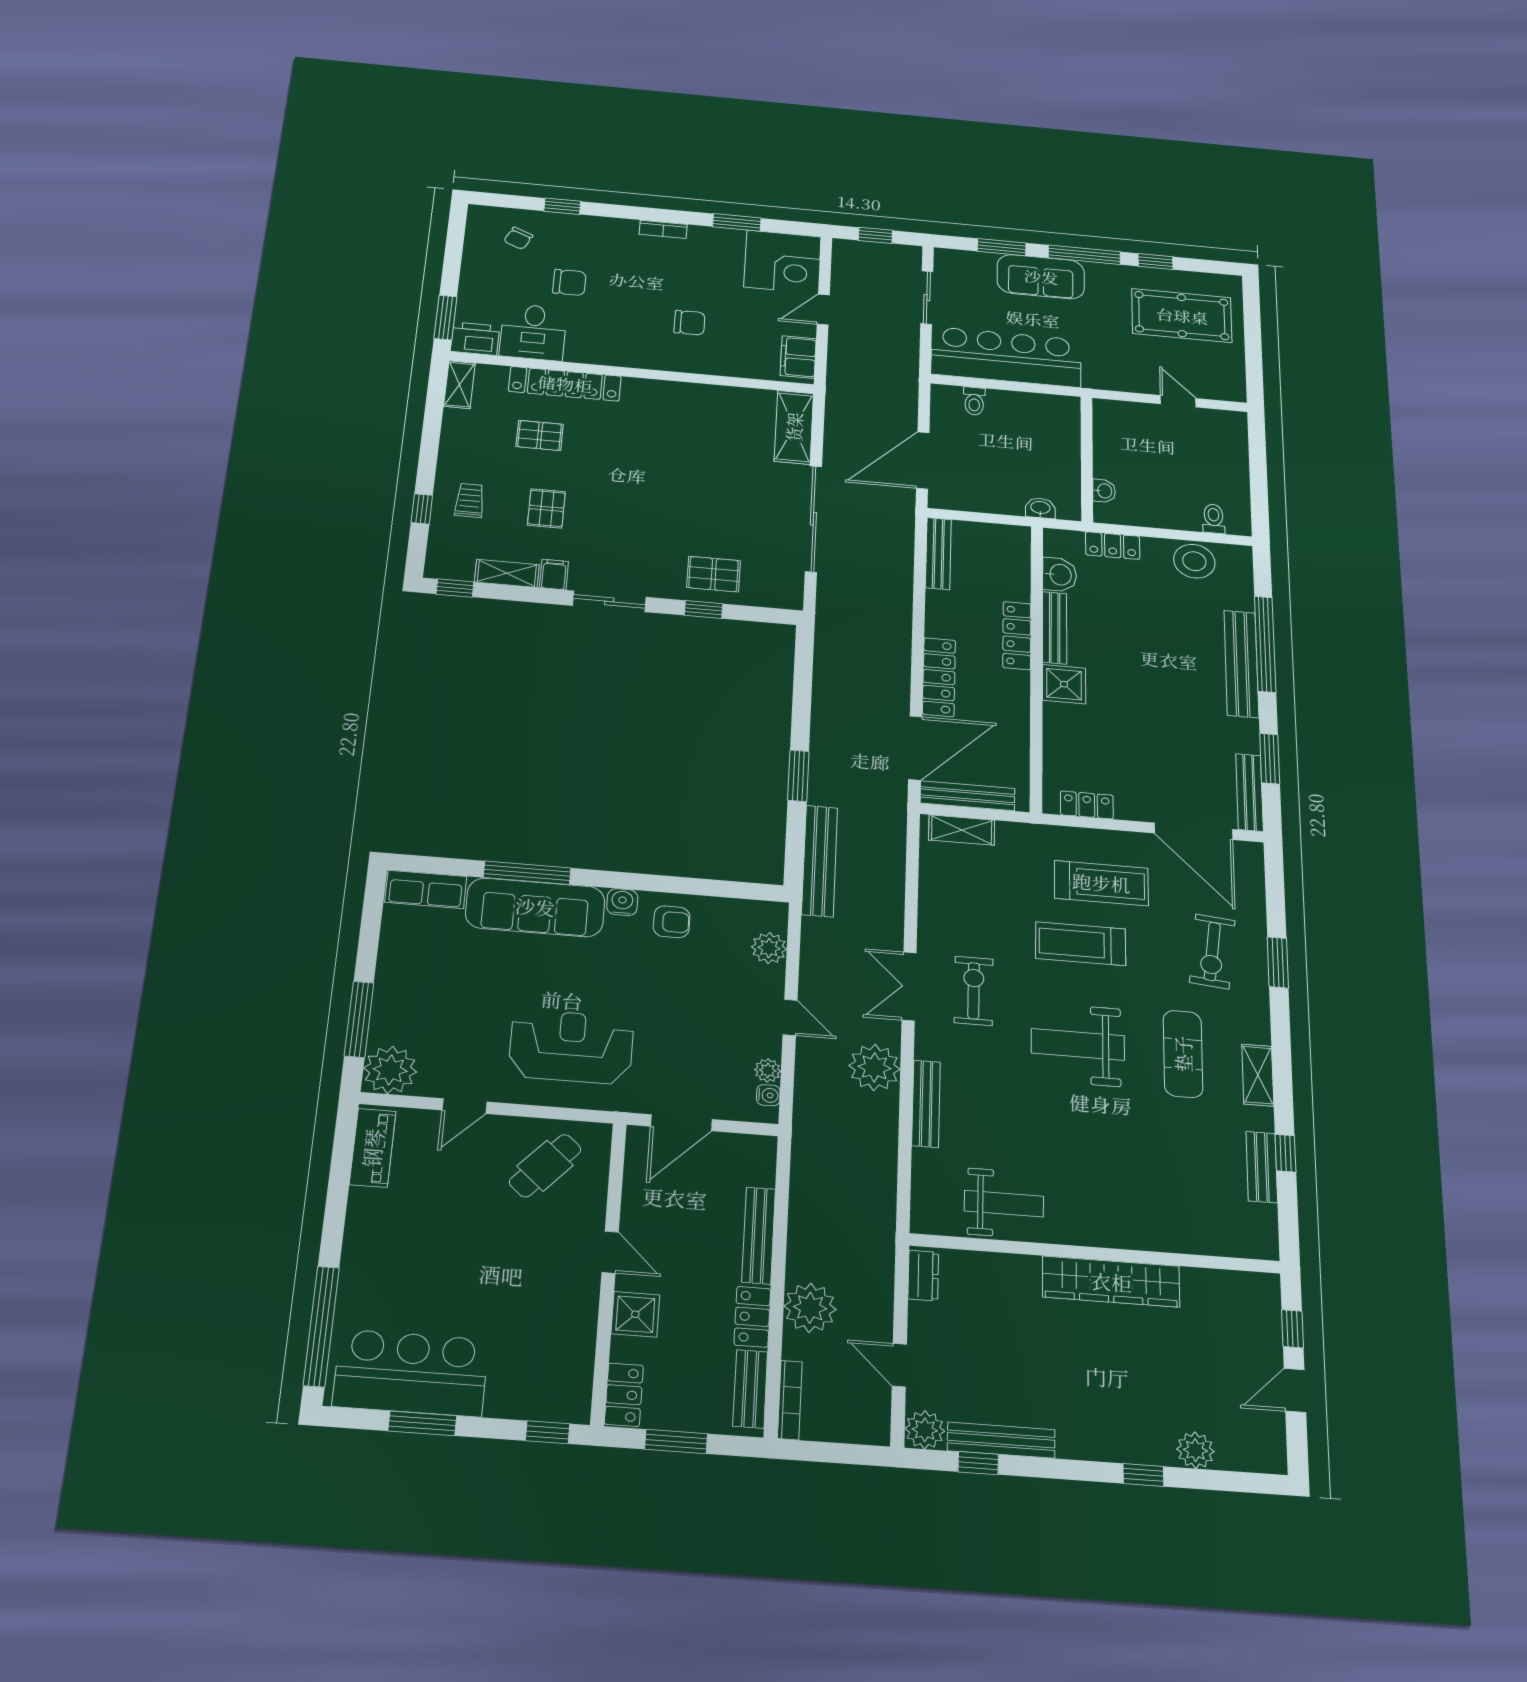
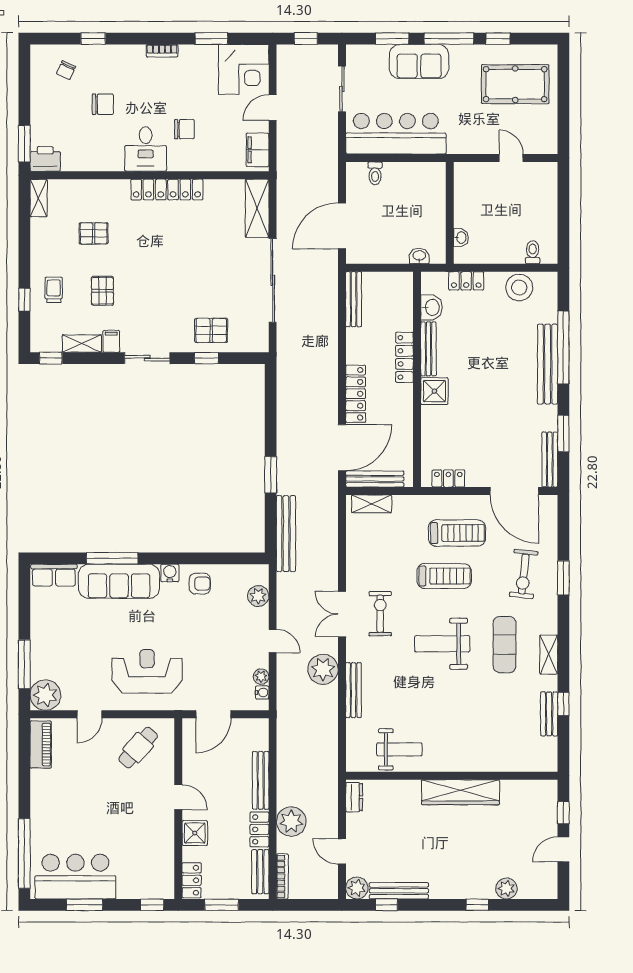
desk: (533, 332) -> (146, 149), moved
locker: (565, 384) -> (167, 190), moved
treadmill: (1081, 944) -> (444, 576), turned 180

